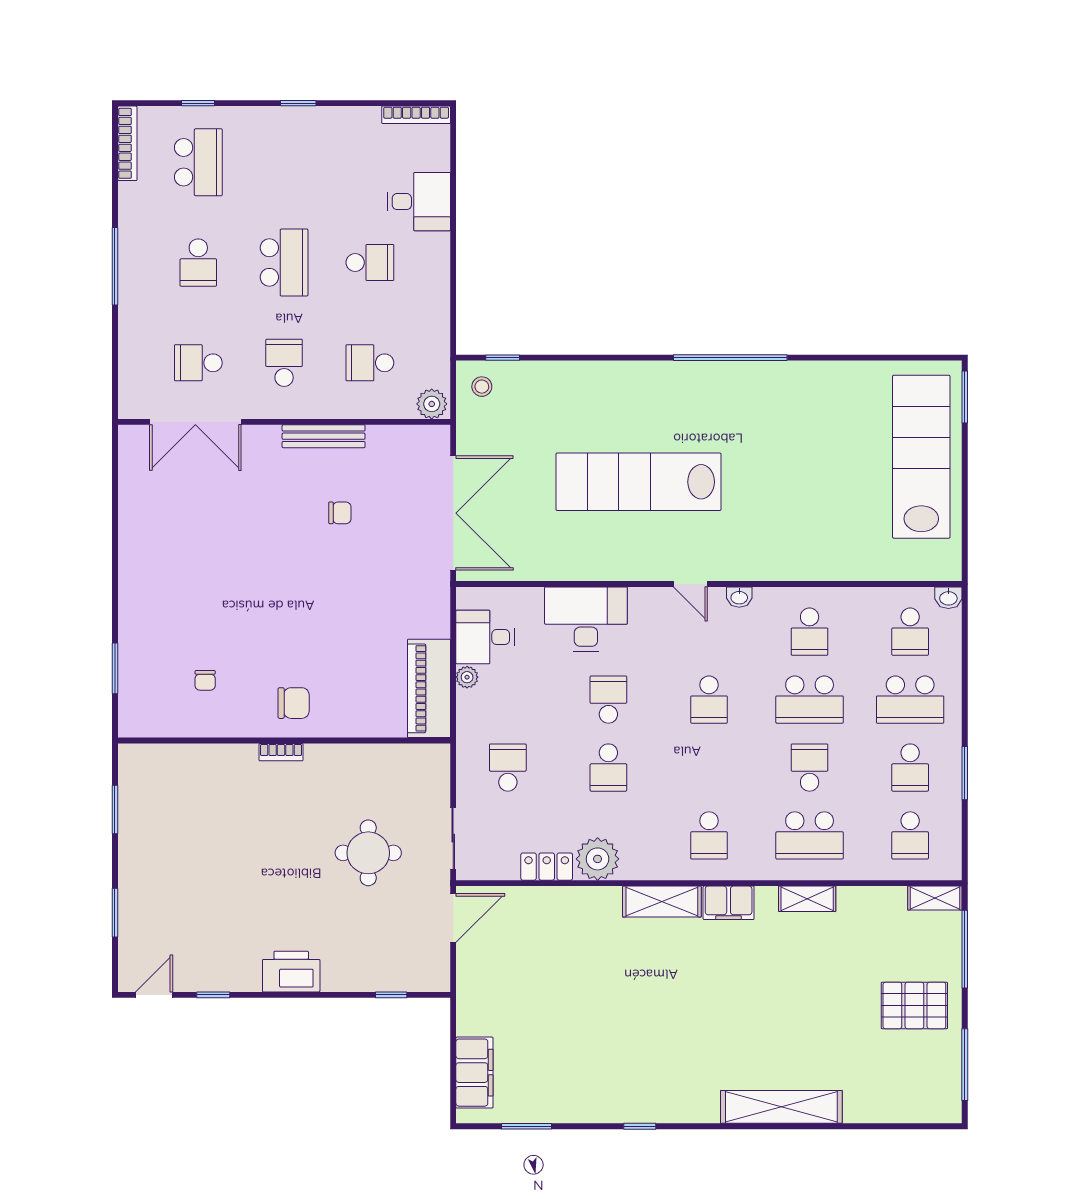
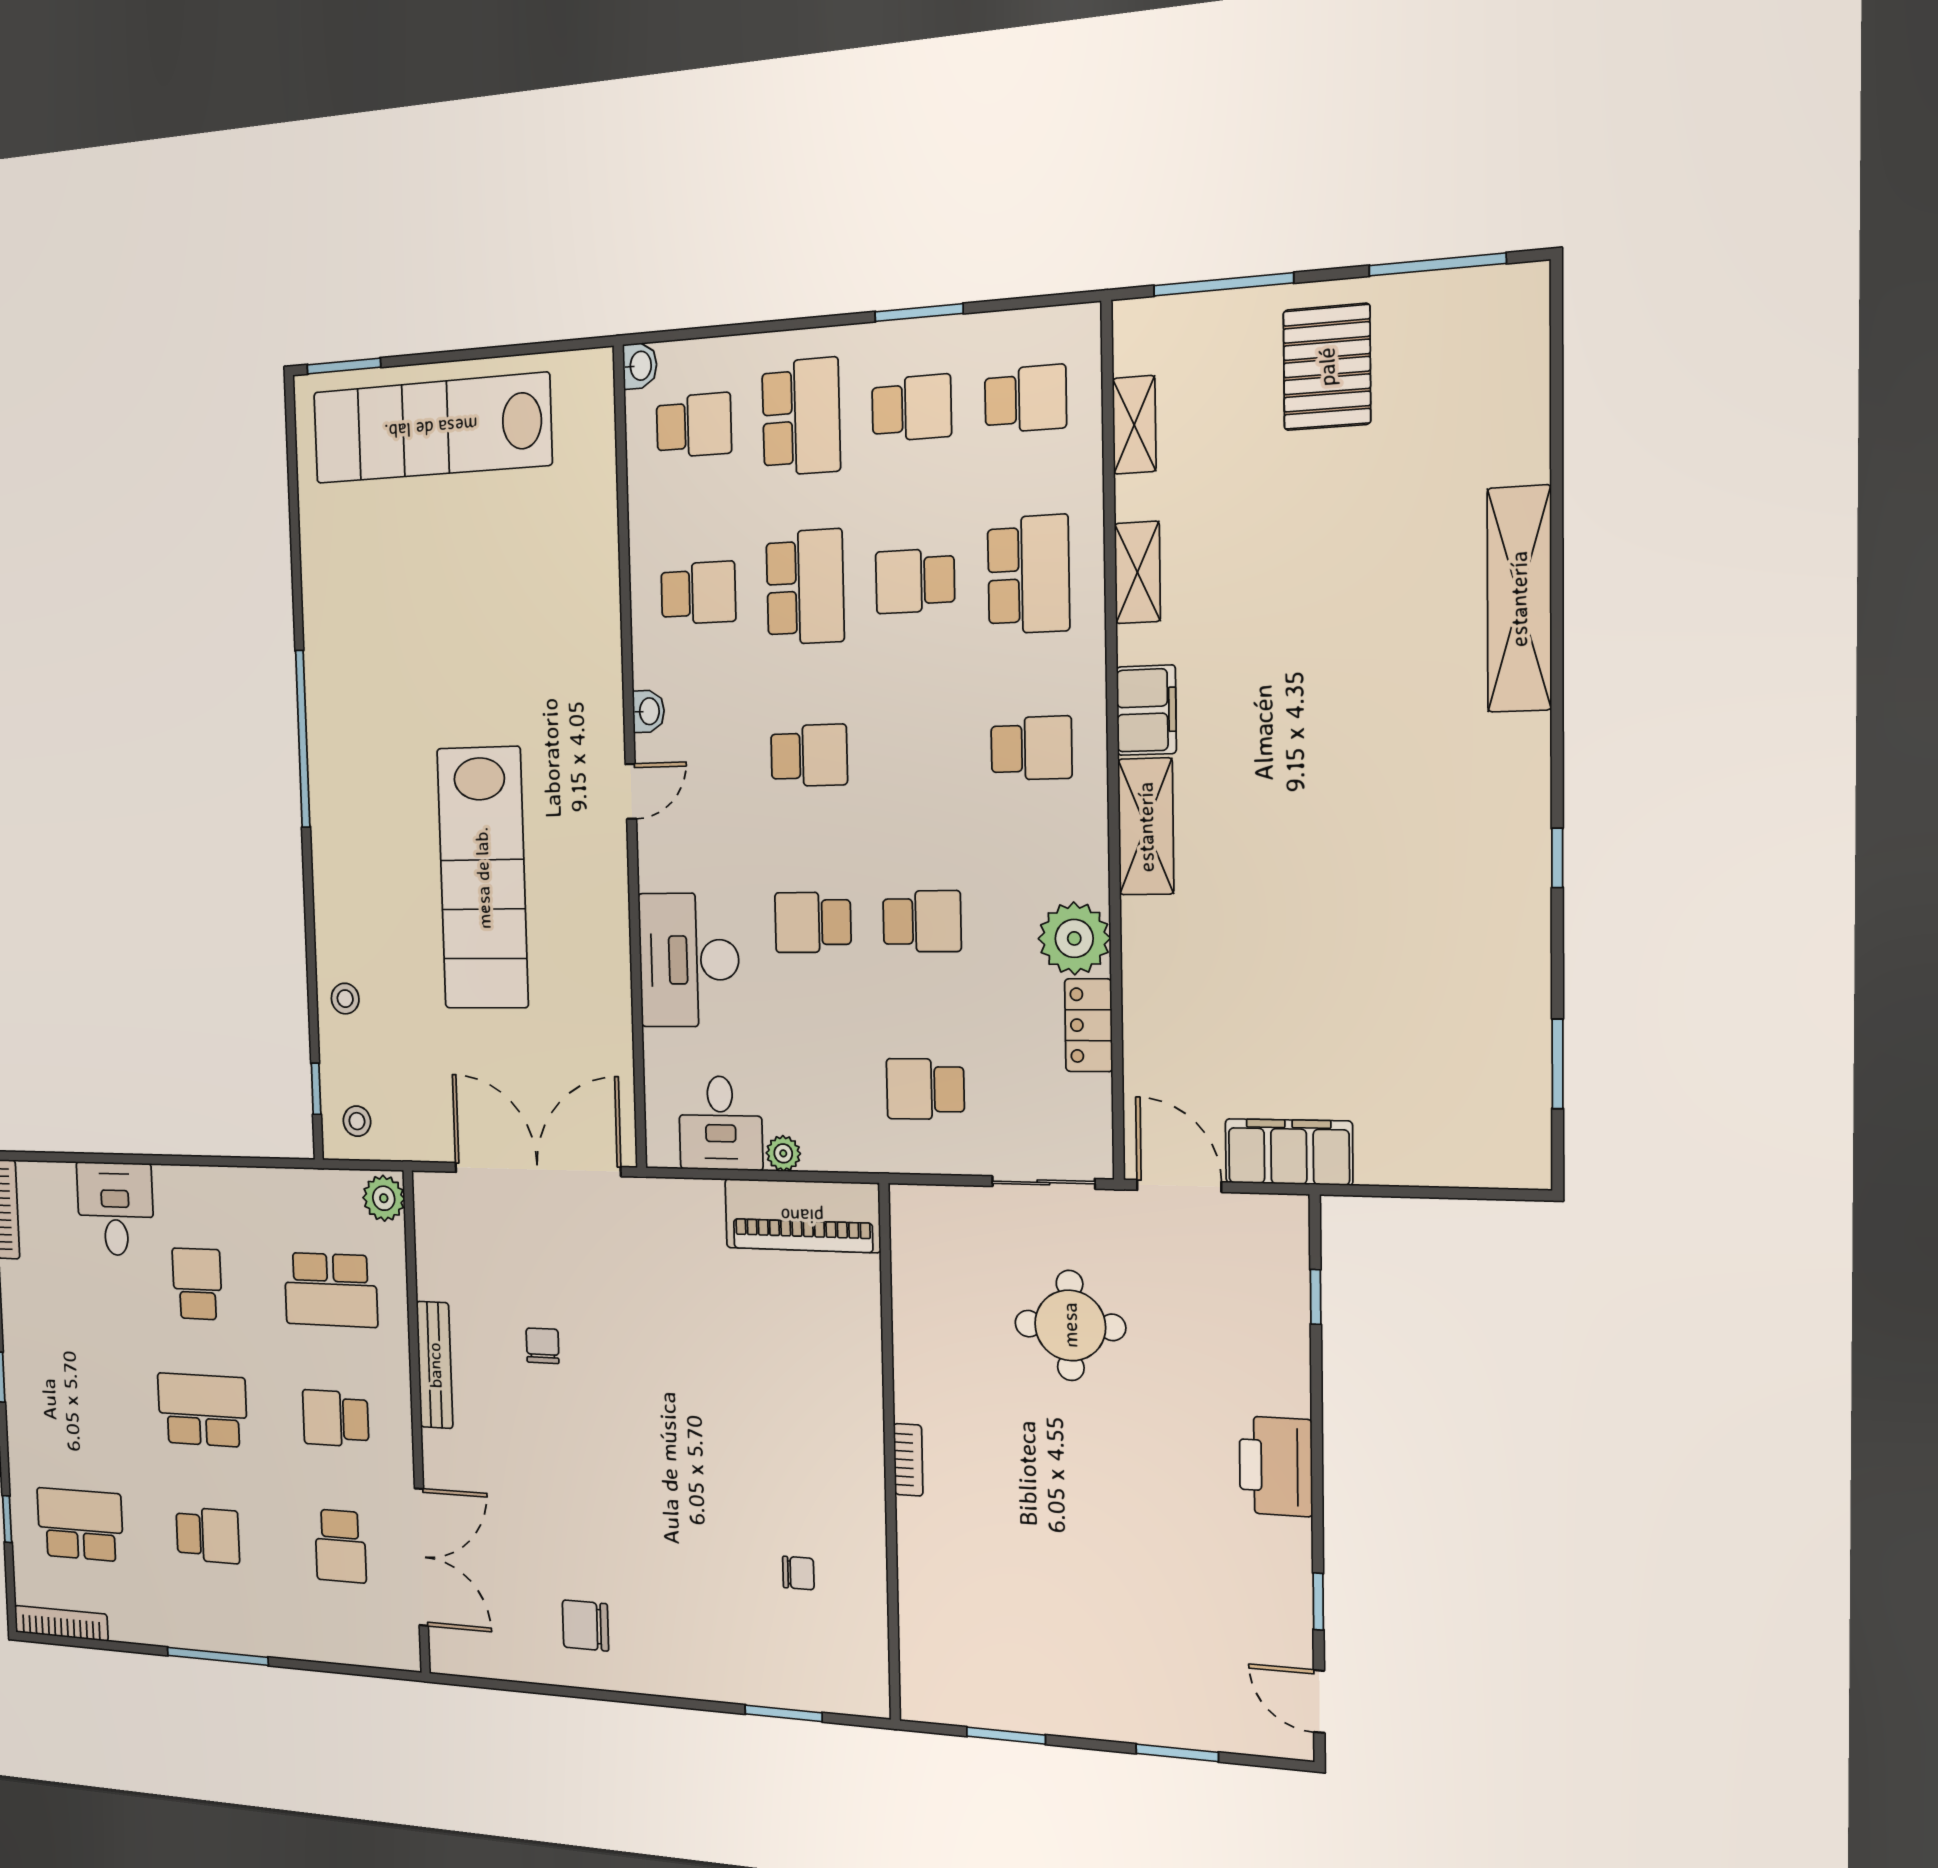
school desk: (370, 363) -> (331, 1290), width x1.85
stool: (562, 381) -> (345, 999), added
chair: (294, 703) -> (585, 1625), moved, turned -90
shelving: (935, 898) -> (1134, 425), moved
filing cabinet: (474, 1073) -> (1289, 1152), moved

